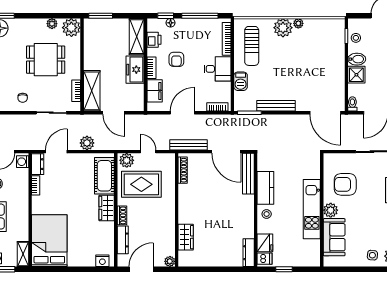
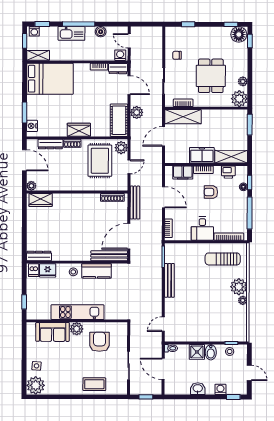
barbecue: (241, 81) -> (191, 249), removed
door: (325, 113) -> (163, 324), width x0.53
cot: (104, 176) -> (119, 120), moved, turned 90
wardrobe: (186, 237) -> (41, 200), moved
window: (87, 269) -> (24, 112), added
window: (284, 269) -> (24, 302), moved

